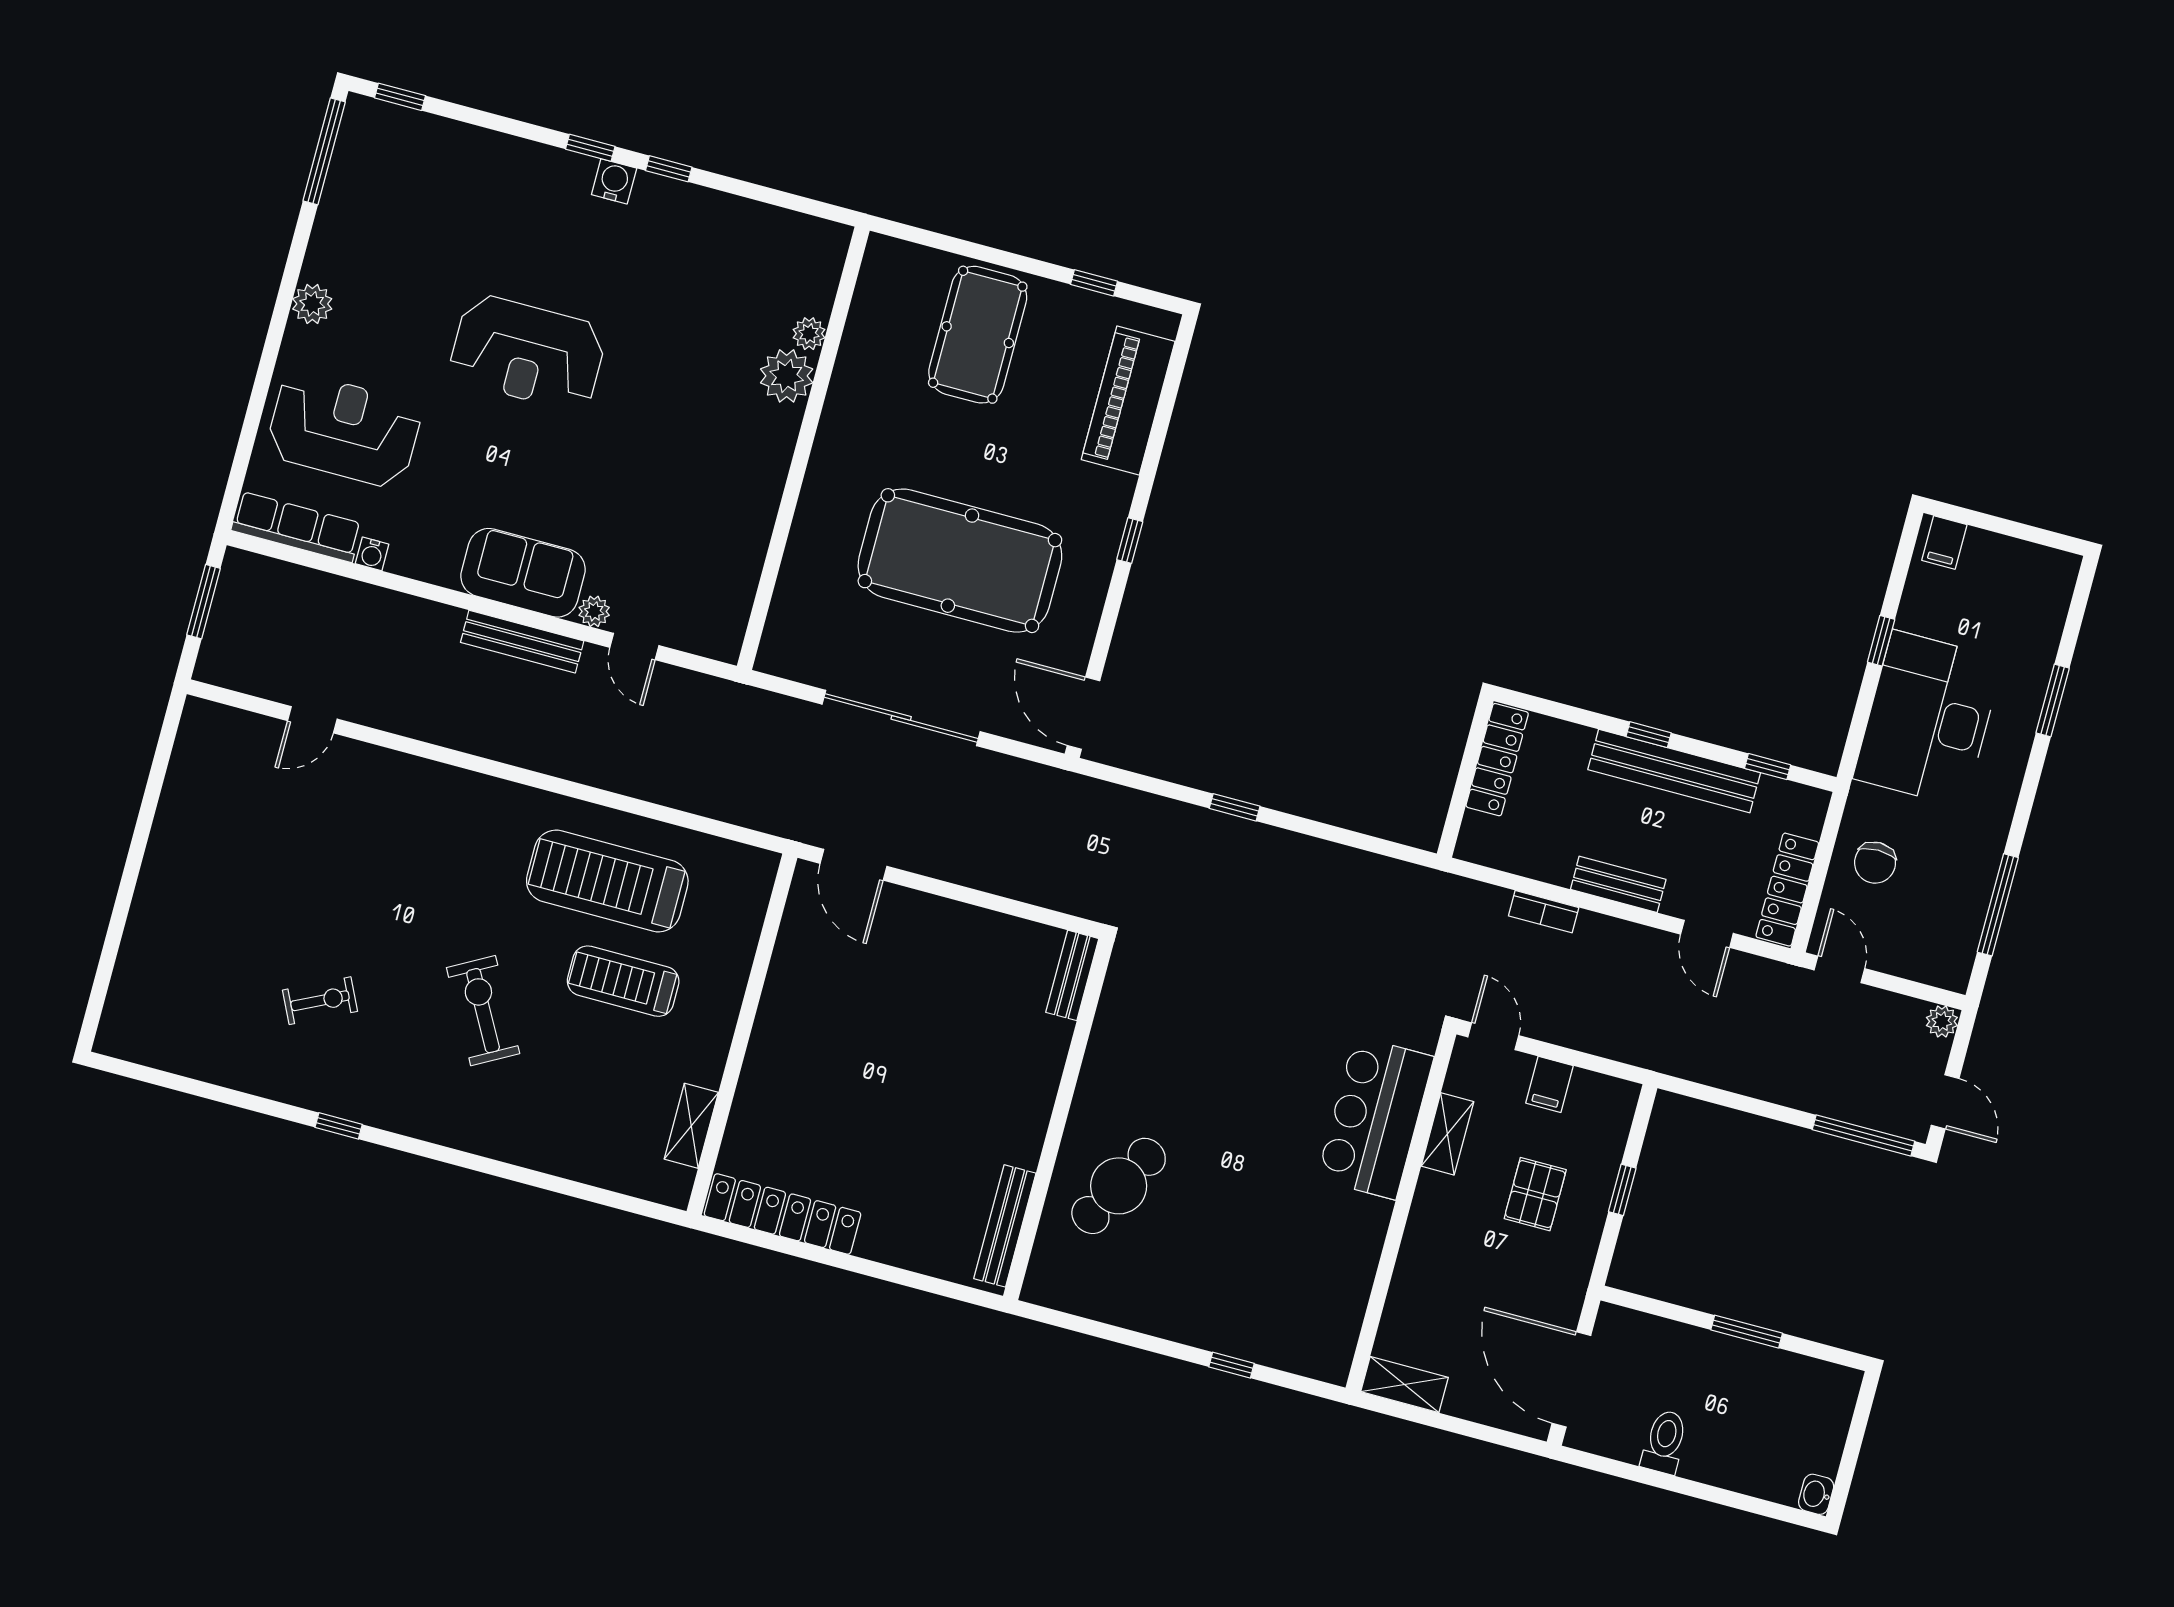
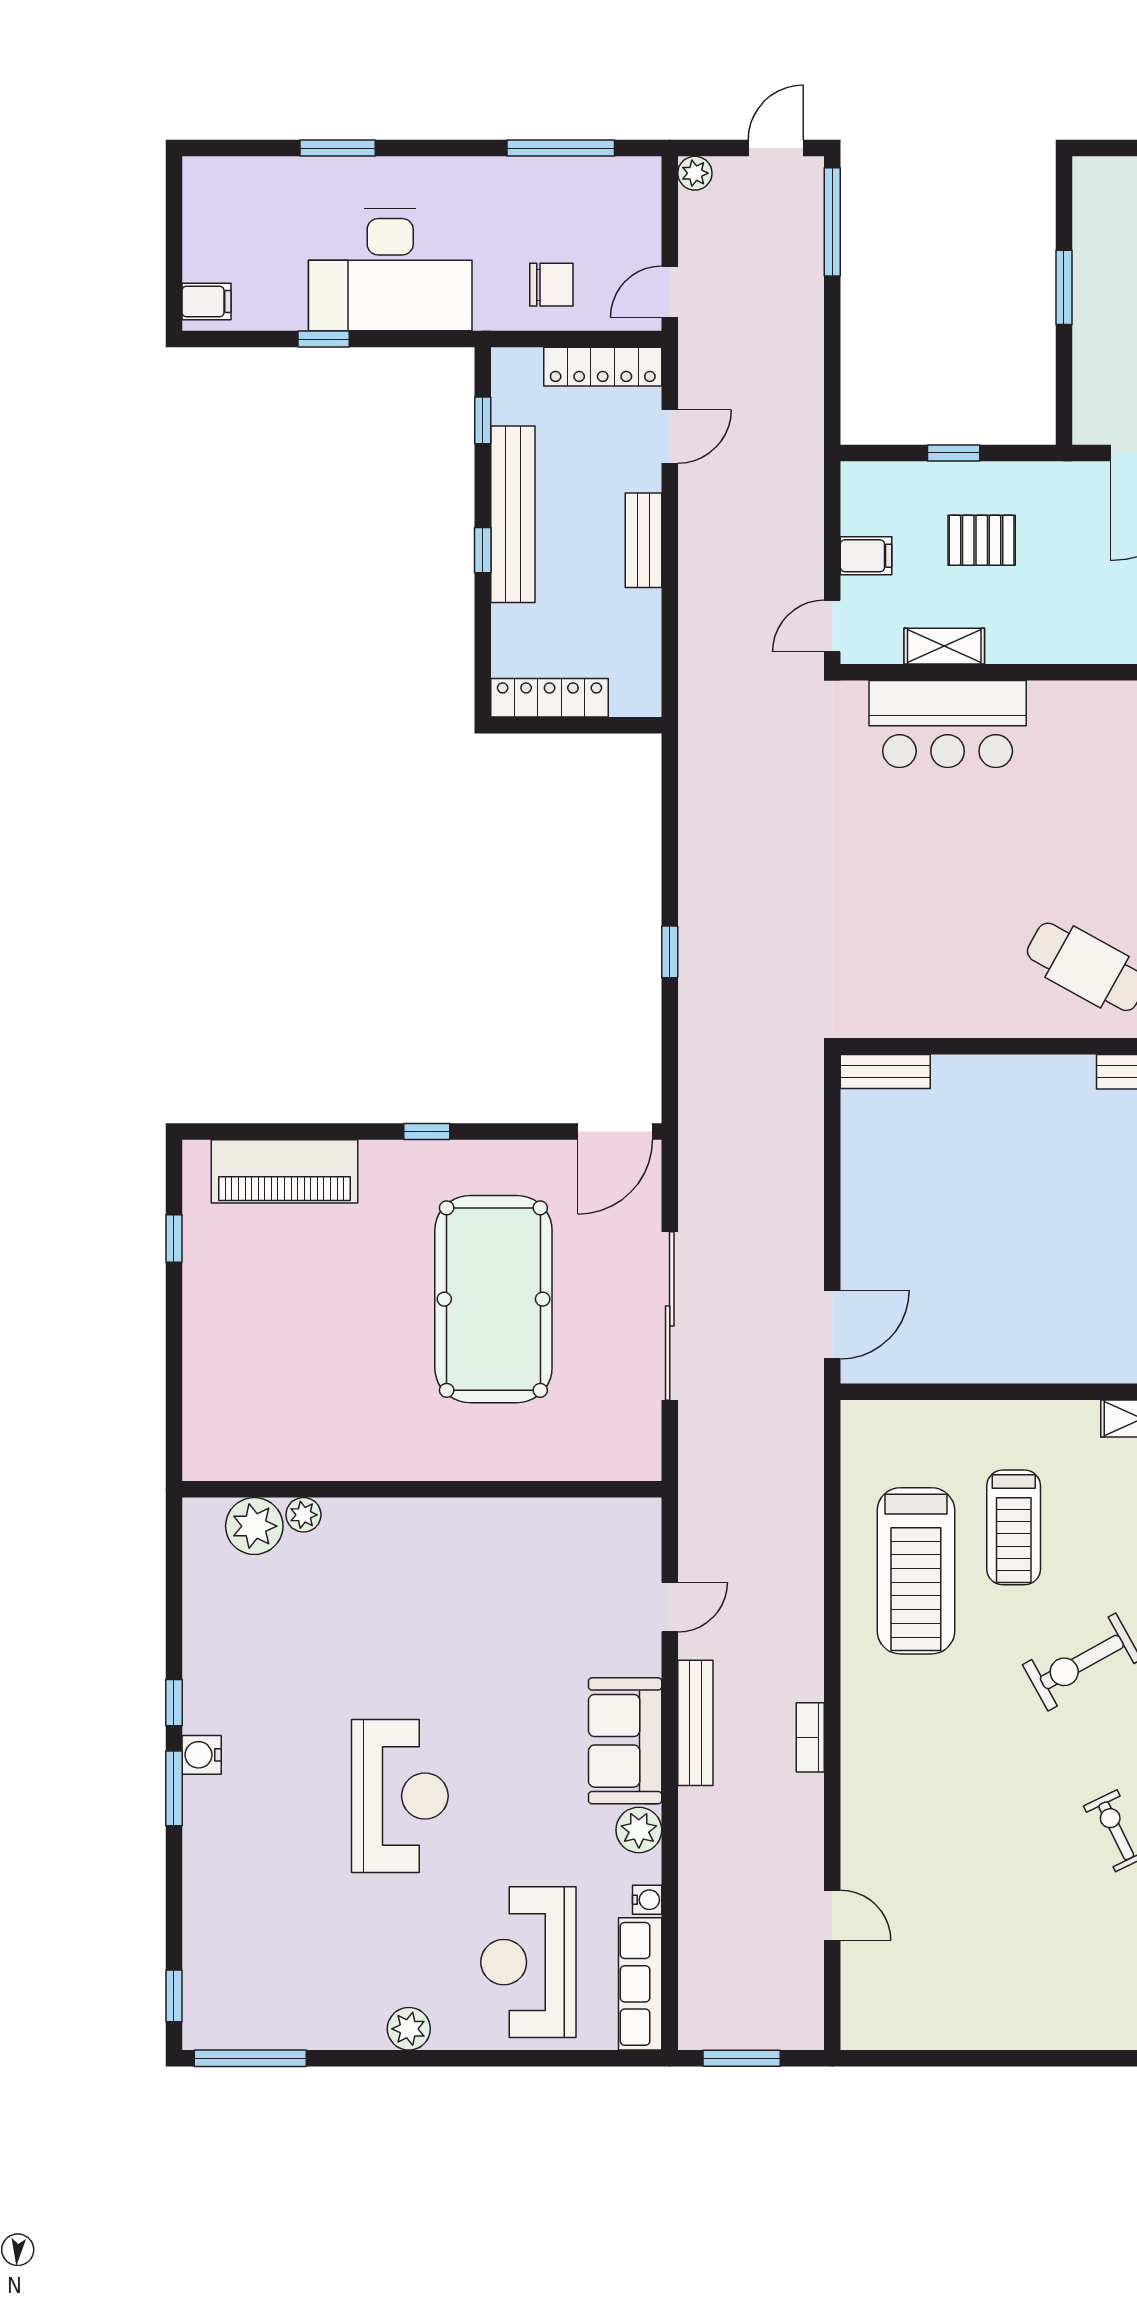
window: (590, 148) -> (174, 1788), width x1.50
pool table: (978, 335) -> (258, 1343), removed
plant: (787, 376) -> (254, 1526), moved
plant: (594, 611) -> (639, 1830), moved, width x1.38, depth x1.38
bookcase: (1544, 912) -> (810, 1737), moved, turned 180

